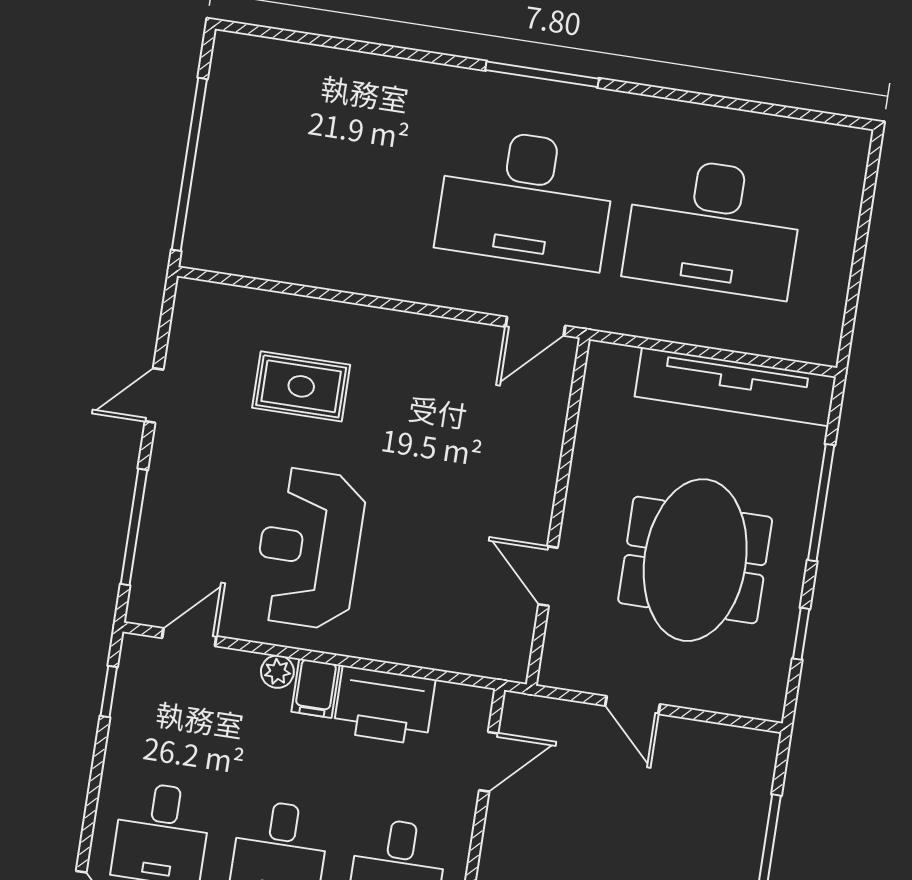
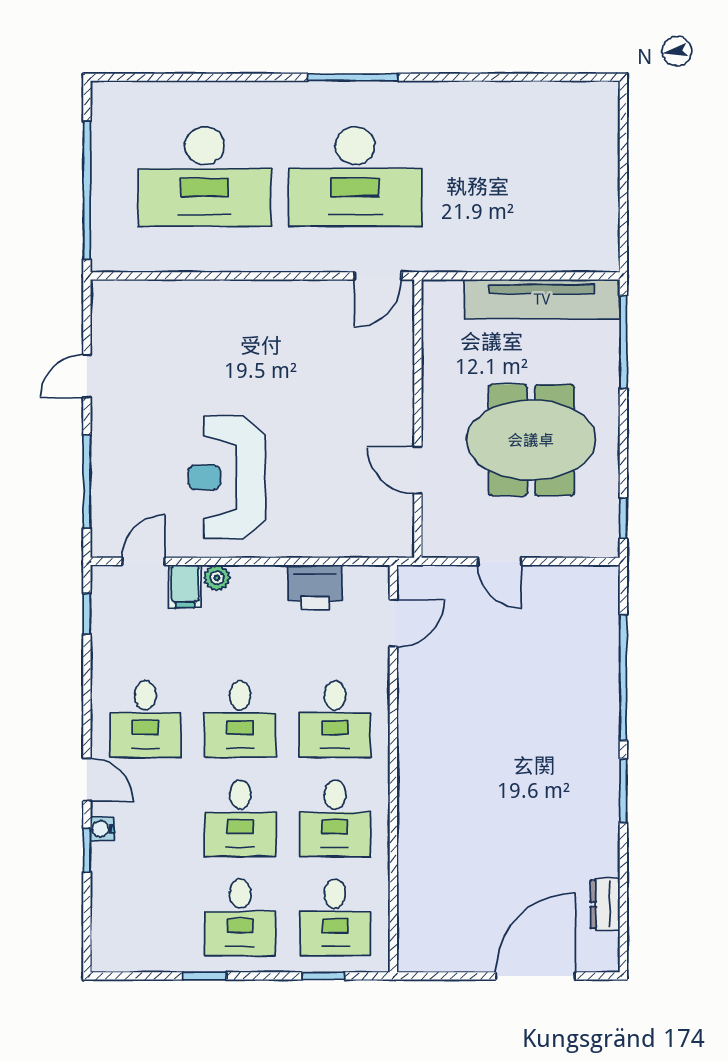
desk: (713, 227) -> (205, 177), moved
rug: (301, 386) -> (201, 351), removed
window: (821, 503) -> (623, 342), moved
meeting table: (695, 560) -> (531, 440), turned 90
window: (801, 634) -> (623, 518), moved
filing cabinet: (315, 688) -> (185, 586), moved
printer: (384, 706) -> (315, 587), width x0.73, depth x0.84

